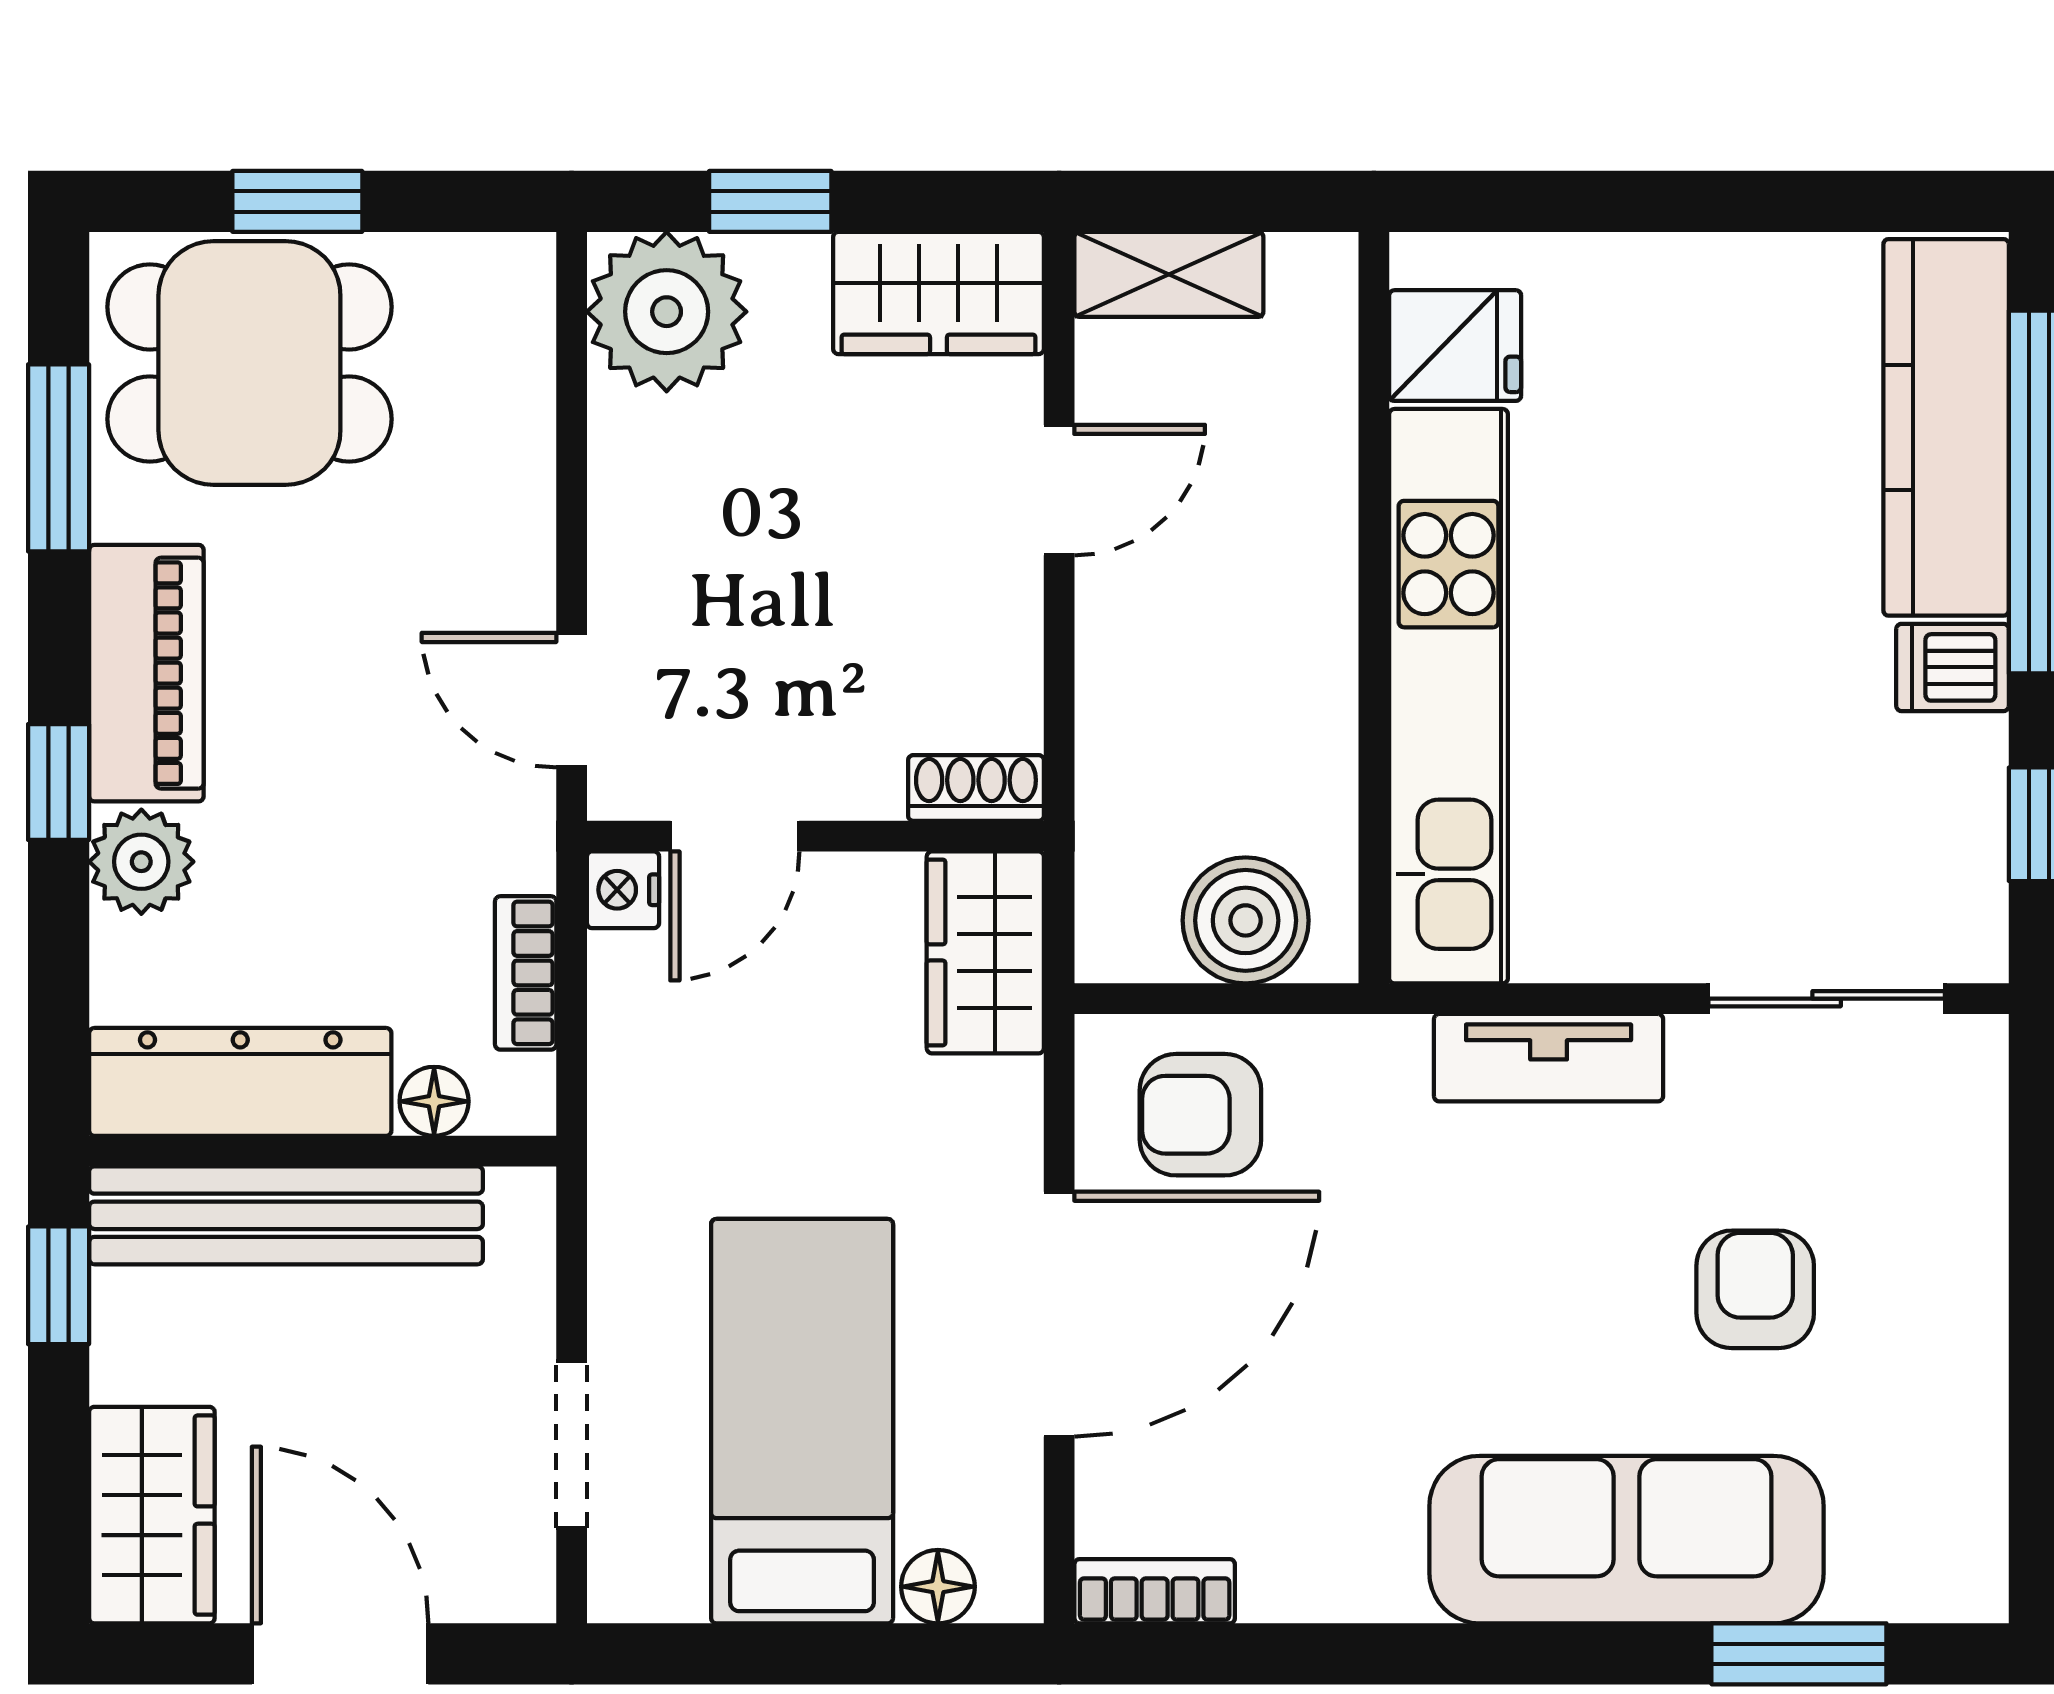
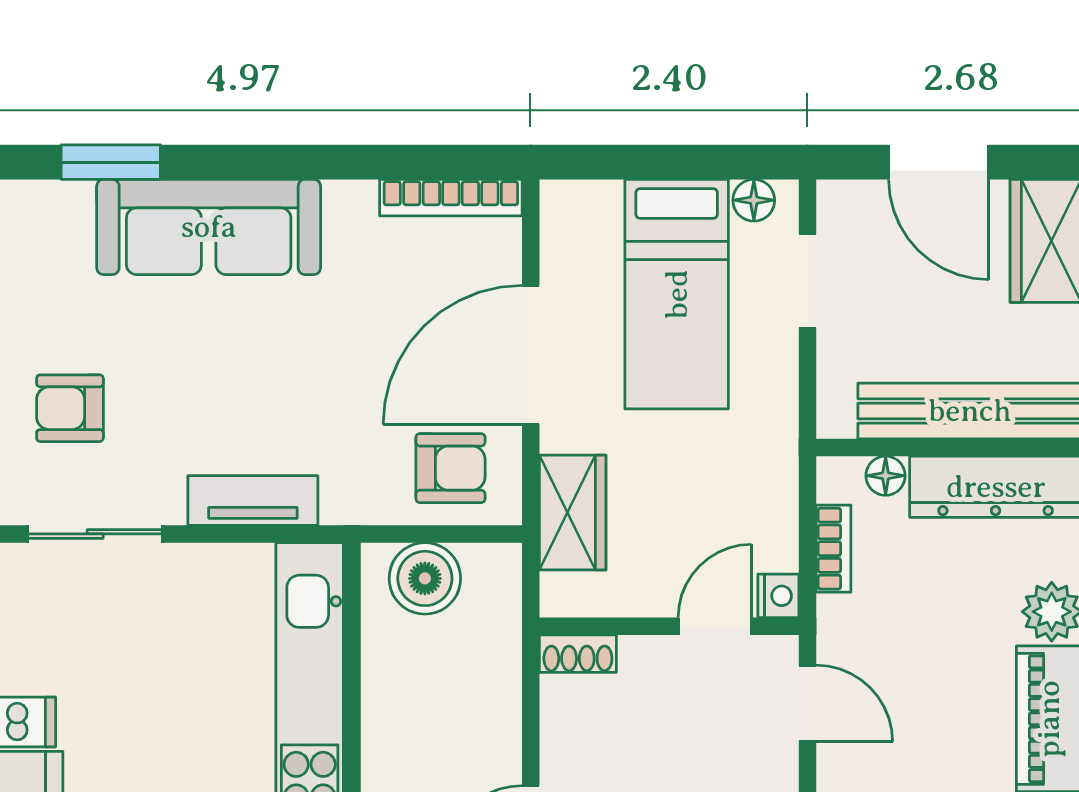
wardrobe: (985, 952) -> (573, 513), moved
armchair: (1755, 1289) -> (70, 408), moved, turned 90
floor lamp: (938, 1587) -> (754, 200), moved
bookcase: (1155, 1591) -> (451, 198), width x1.56

